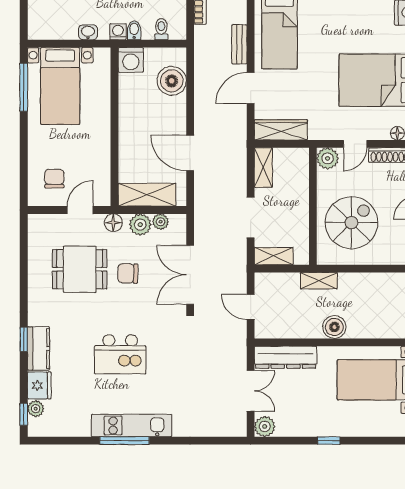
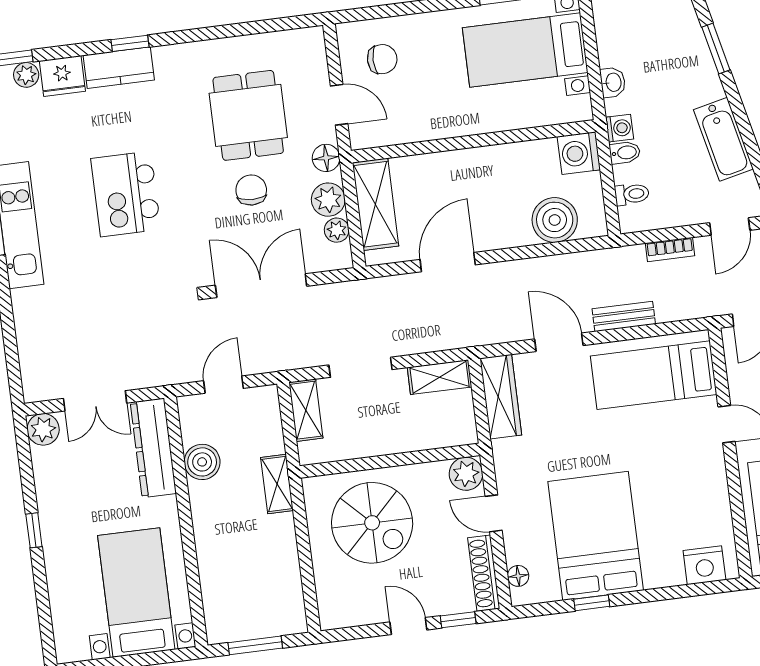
boiler: (334, 327) -> (202, 462), moved

